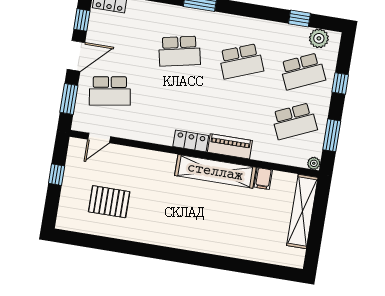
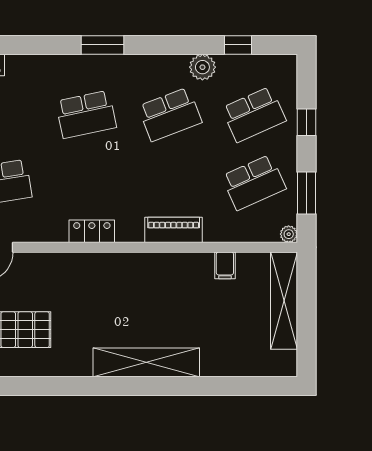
plant: (319, 38) -> (202, 67), moved
locker: (191, 141) -> (92, 231), moved
shelving: (215, 171) -> (146, 362), moved

